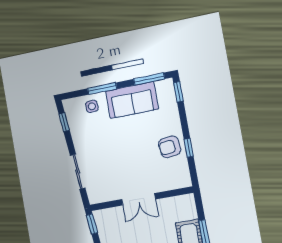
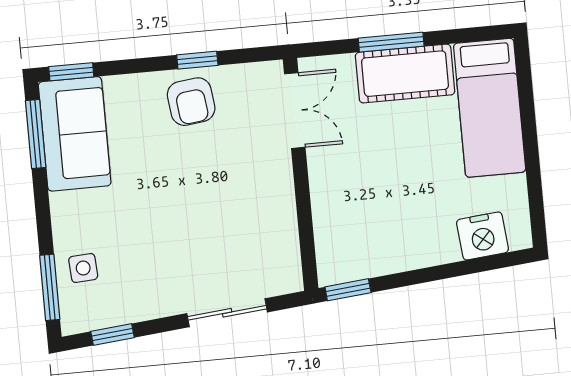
window: (102, 89) -> (50, 287), moved
sofa: (132, 100) -> (75, 134), moved
double door: (139, 199) -> (295, 111), moved

